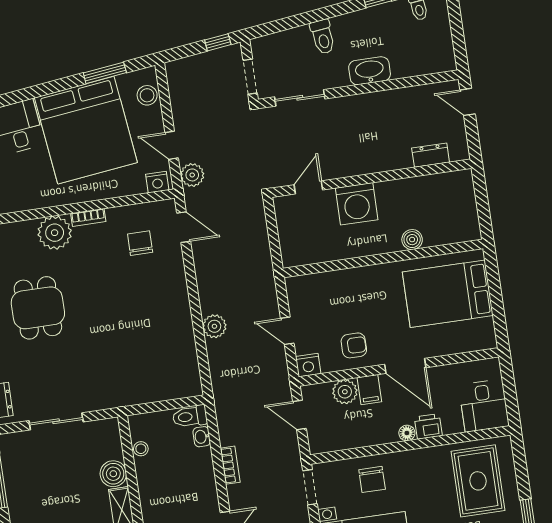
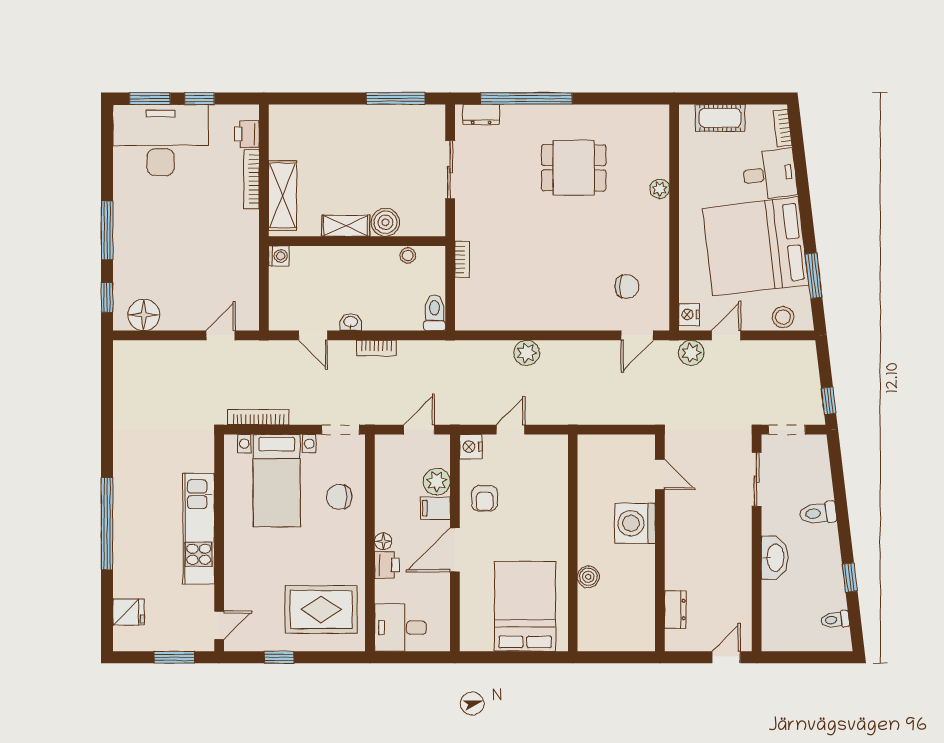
bookcase: (88, 217) -> (462, 259), moved, turned 180
plant: (55, 233) -> (660, 189), width x0.53, depth x0.53
washbasin: (202, 437) -> (351, 322), moved

